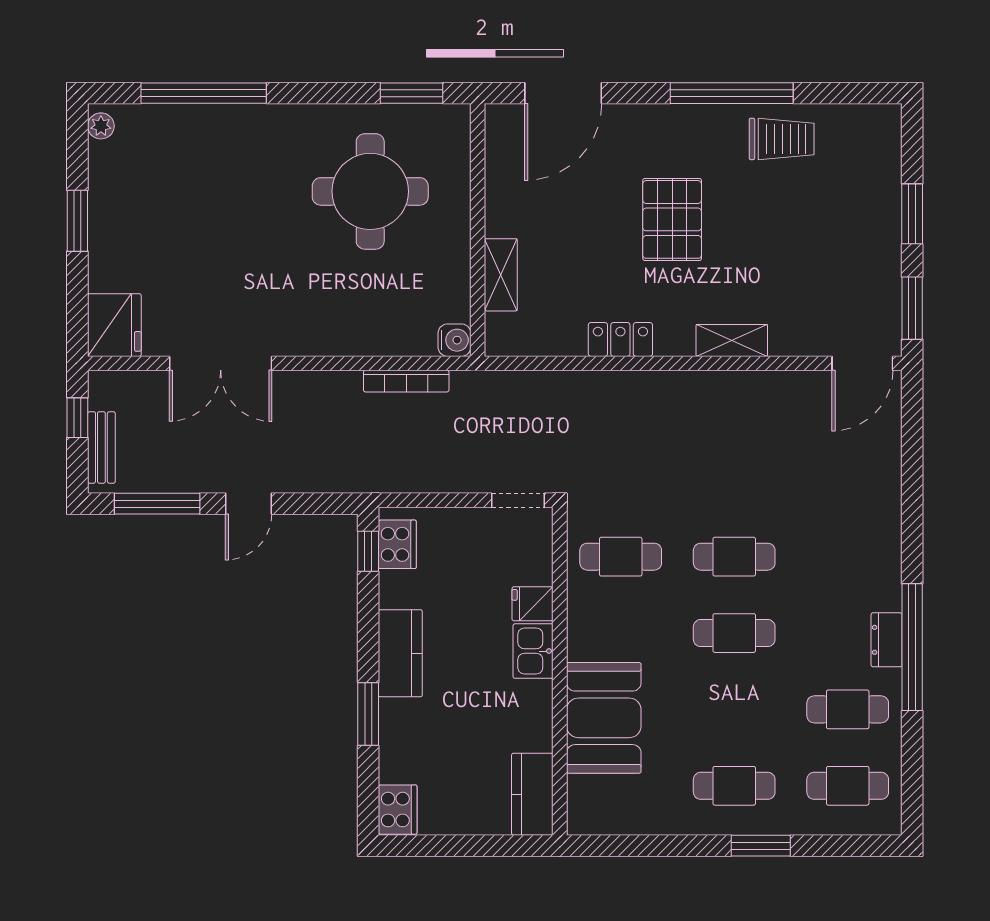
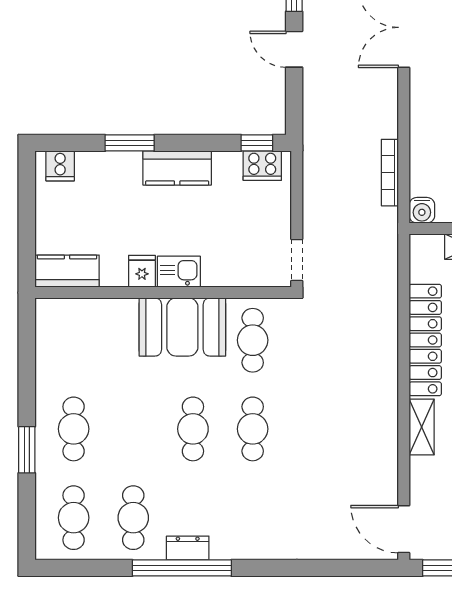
locker: (620, 339) -> (425, 340), width x2.16, depth x1.21
fridge: (533, 604) -> (142, 271), moved
booth: (604, 718) -> (182, 327), moved
cooker: (398, 810) -> (60, 166), width x0.73

